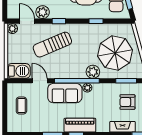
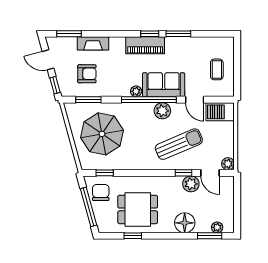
window: (59, 21) -> (183, 173), moved
window: (96, 21) -> (105, 173), moved
plant: (93, 72) -> (162, 111), moved

